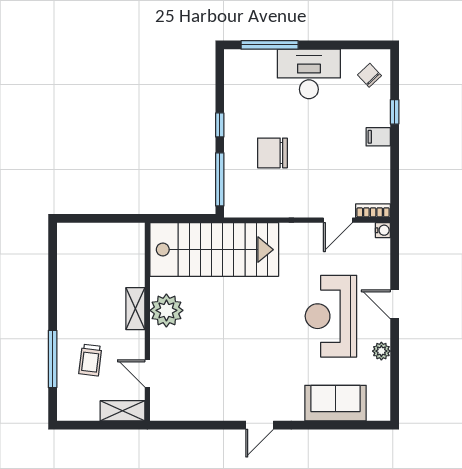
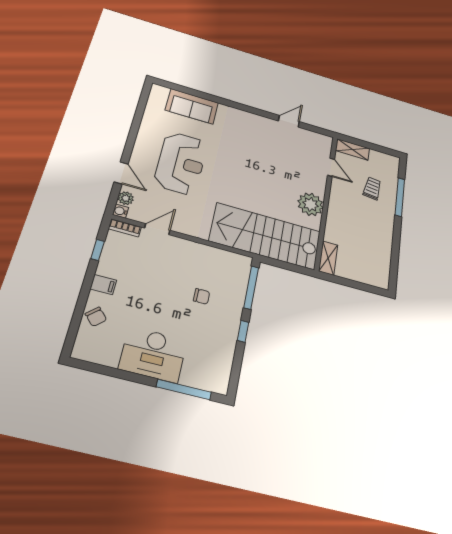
chair: (370, 75) -> (96, 317), moved
window: (395, 112) -> (98, 250), moved
chair: (272, 153) -> (202, 296), width x0.54, depth x0.54
door: (395, 304) -> (121, 173), moved
shelving: (135, 309) -> (328, 258), moved
plant: (381, 351) -> (126, 198), moved
door: (260, 425) -> (289, 121), moved

